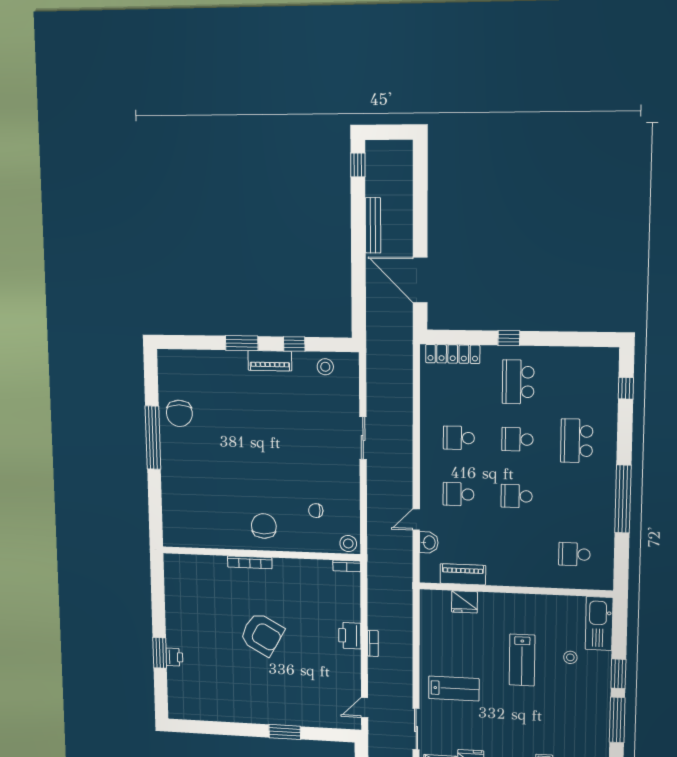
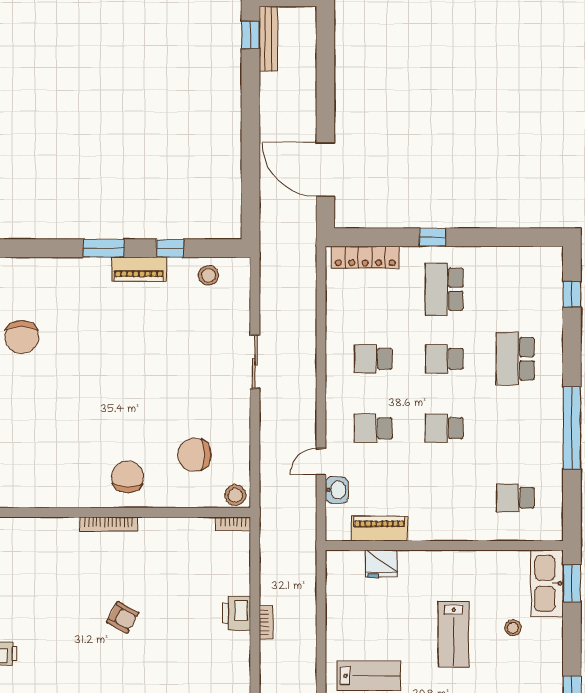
bench: (373, 225) -> (268, 39), moved
chair: (316, 511) -> (195, 455), width x1.87, depth x1.87
armchair: (262, 634) -> (123, 617), width x0.53, depth x0.53
window: (618, 674) -> (572, 583), moved

